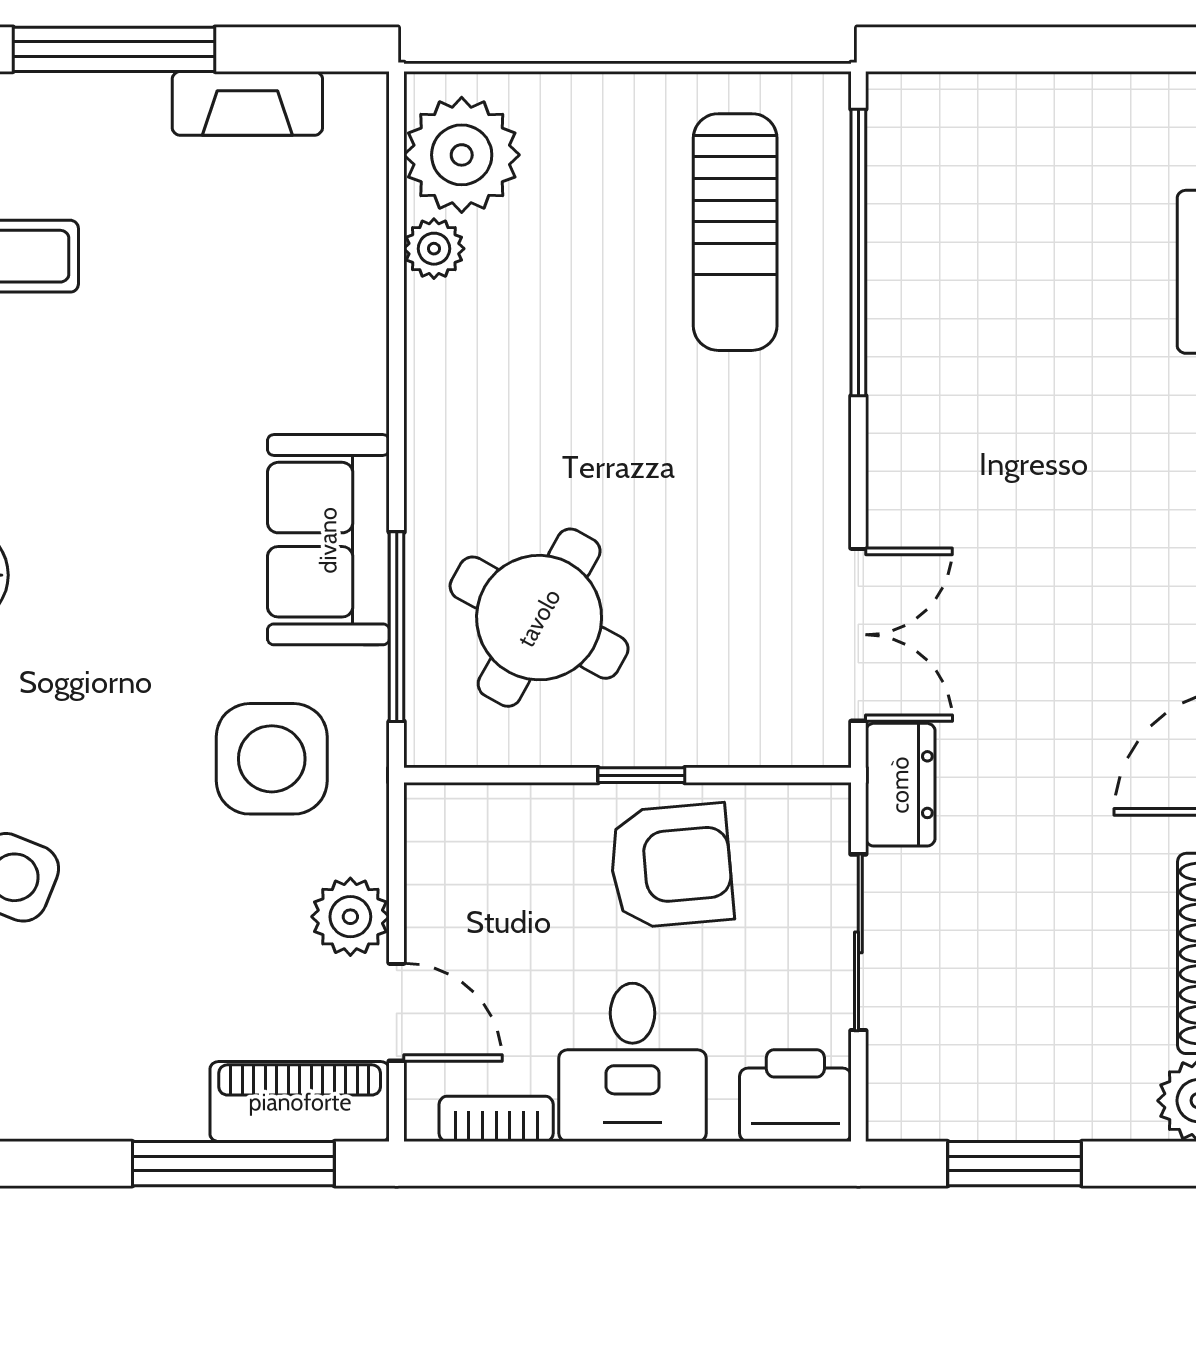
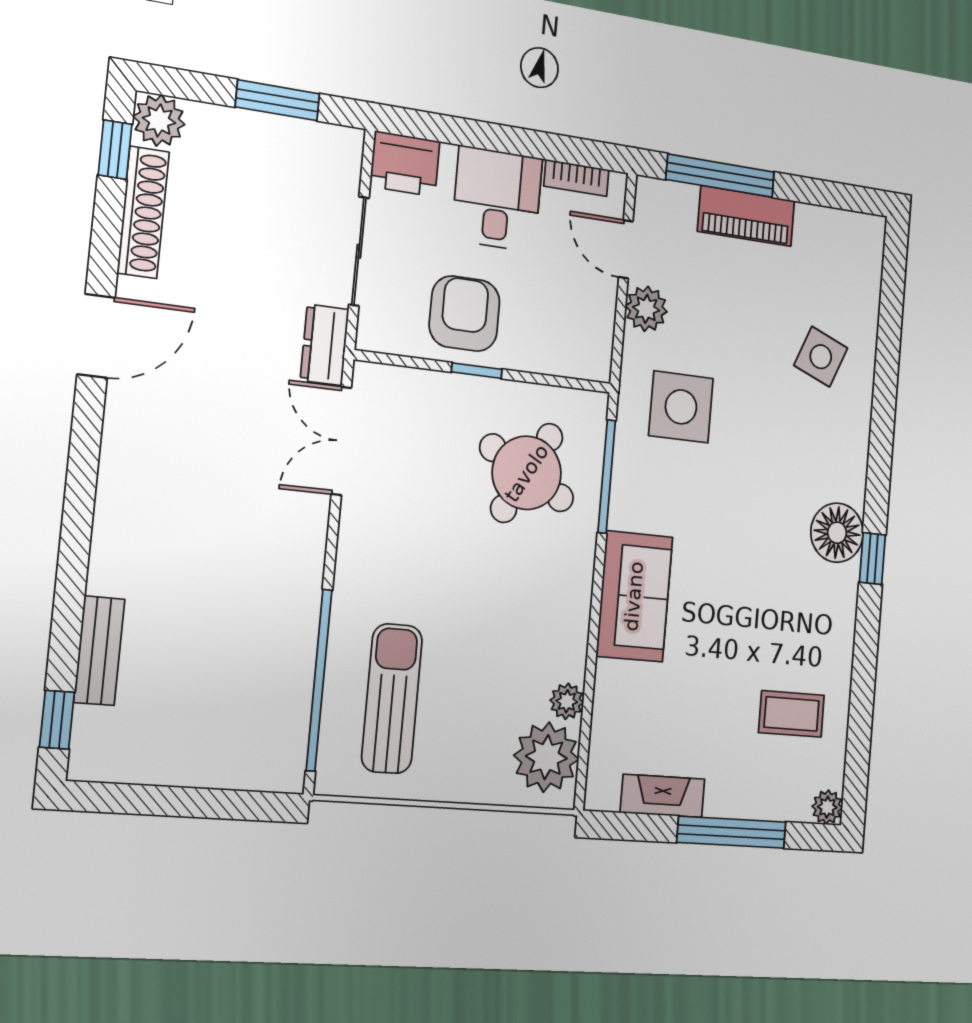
sofa: (328, 540) -> (634, 596), moved
armchair: (671, 866) -> (465, 314), turned 95
piano: (300, 1102) -> (746, 216), moved

